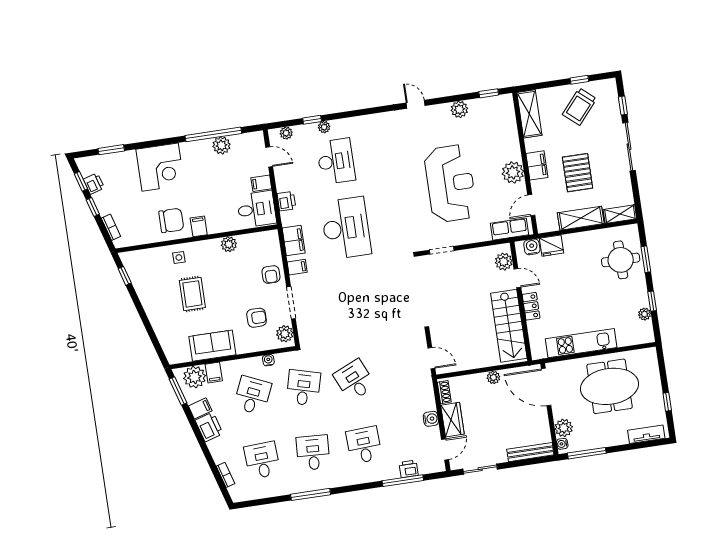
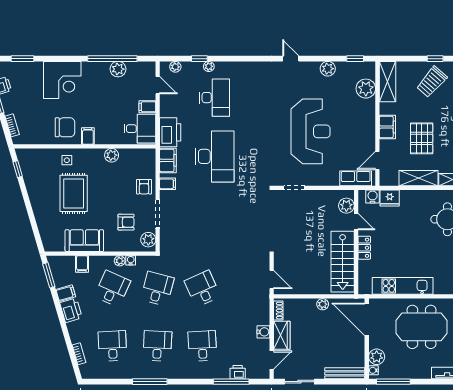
plant: (513, 172) -> (366, 89), moved
printer: (286, 201) -> (170, 132), width x1.87, depth x1.48
rug: (192, 294) -> (74, 193), width x1.36, depth x1.43
plant: (195, 377) -> (120, 261), moved, width x0.53, depth x0.53

